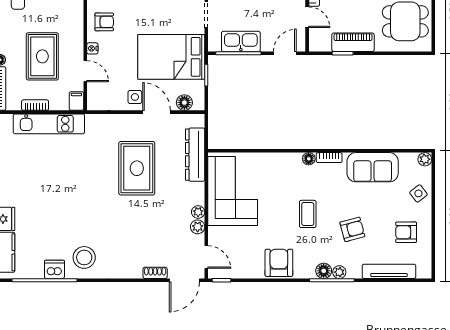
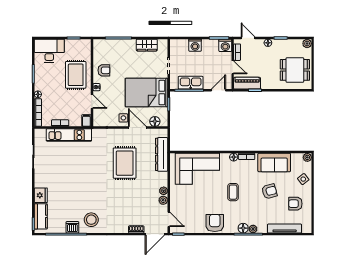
piano: (353, 42) -> (247, 83), moved
rug: (42, 56) -> (76, 75), moved
corner sofa: (233, 191) -> (197, 169), moved, turned 90
armchair: (352, 229) -> (269, 191), moved

